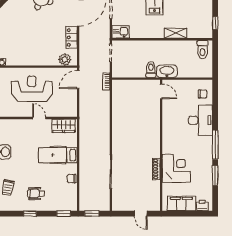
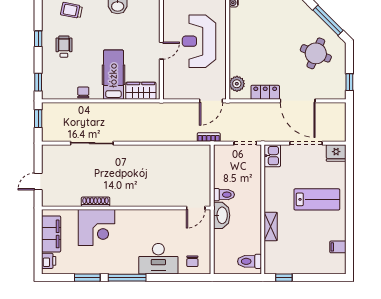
door: (78, 79) -> (211, 101), swing flipped
reception desk: (32, 89) -> (199, 41), turned 180
wardrobe: (64, 126) -> (141, 91), moved, turned 90

